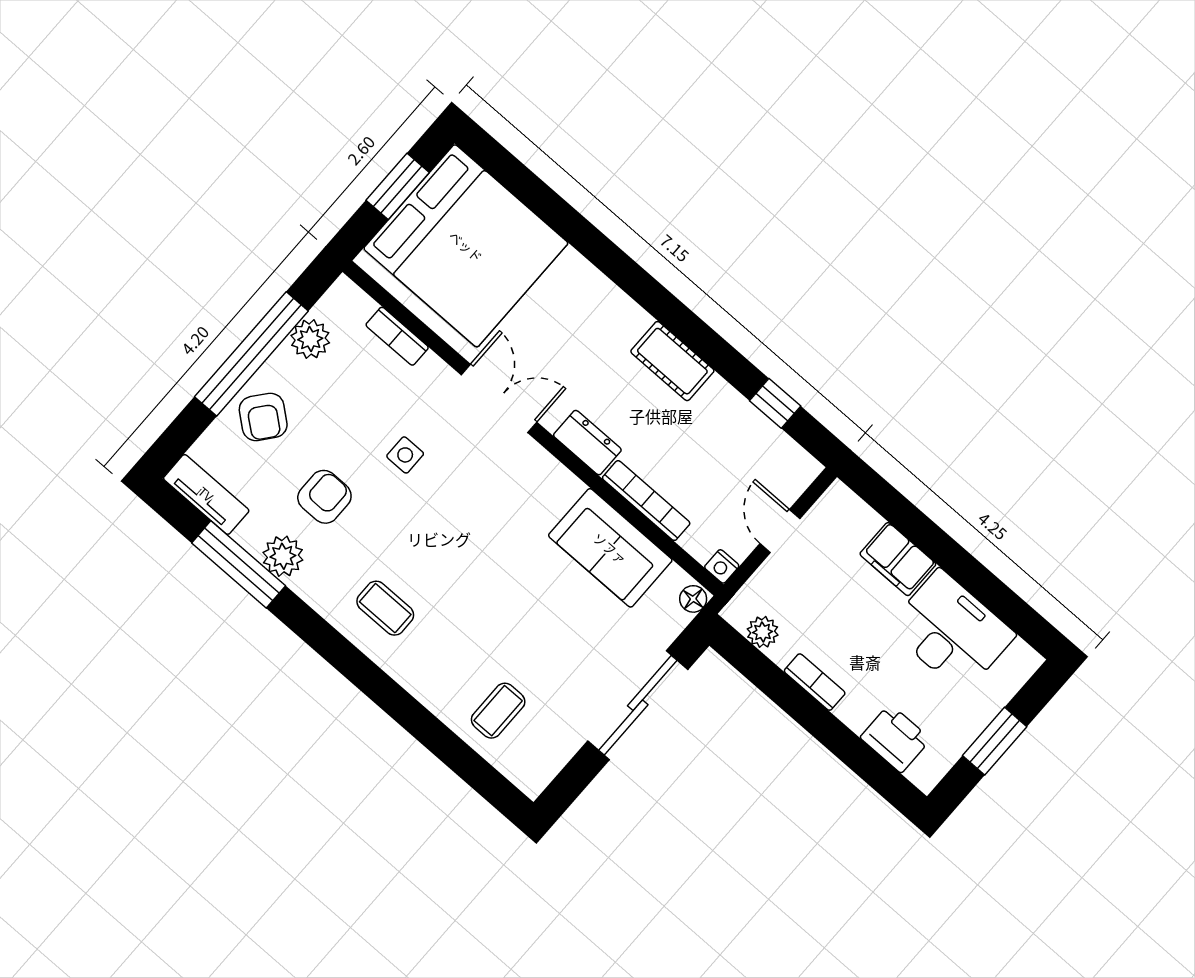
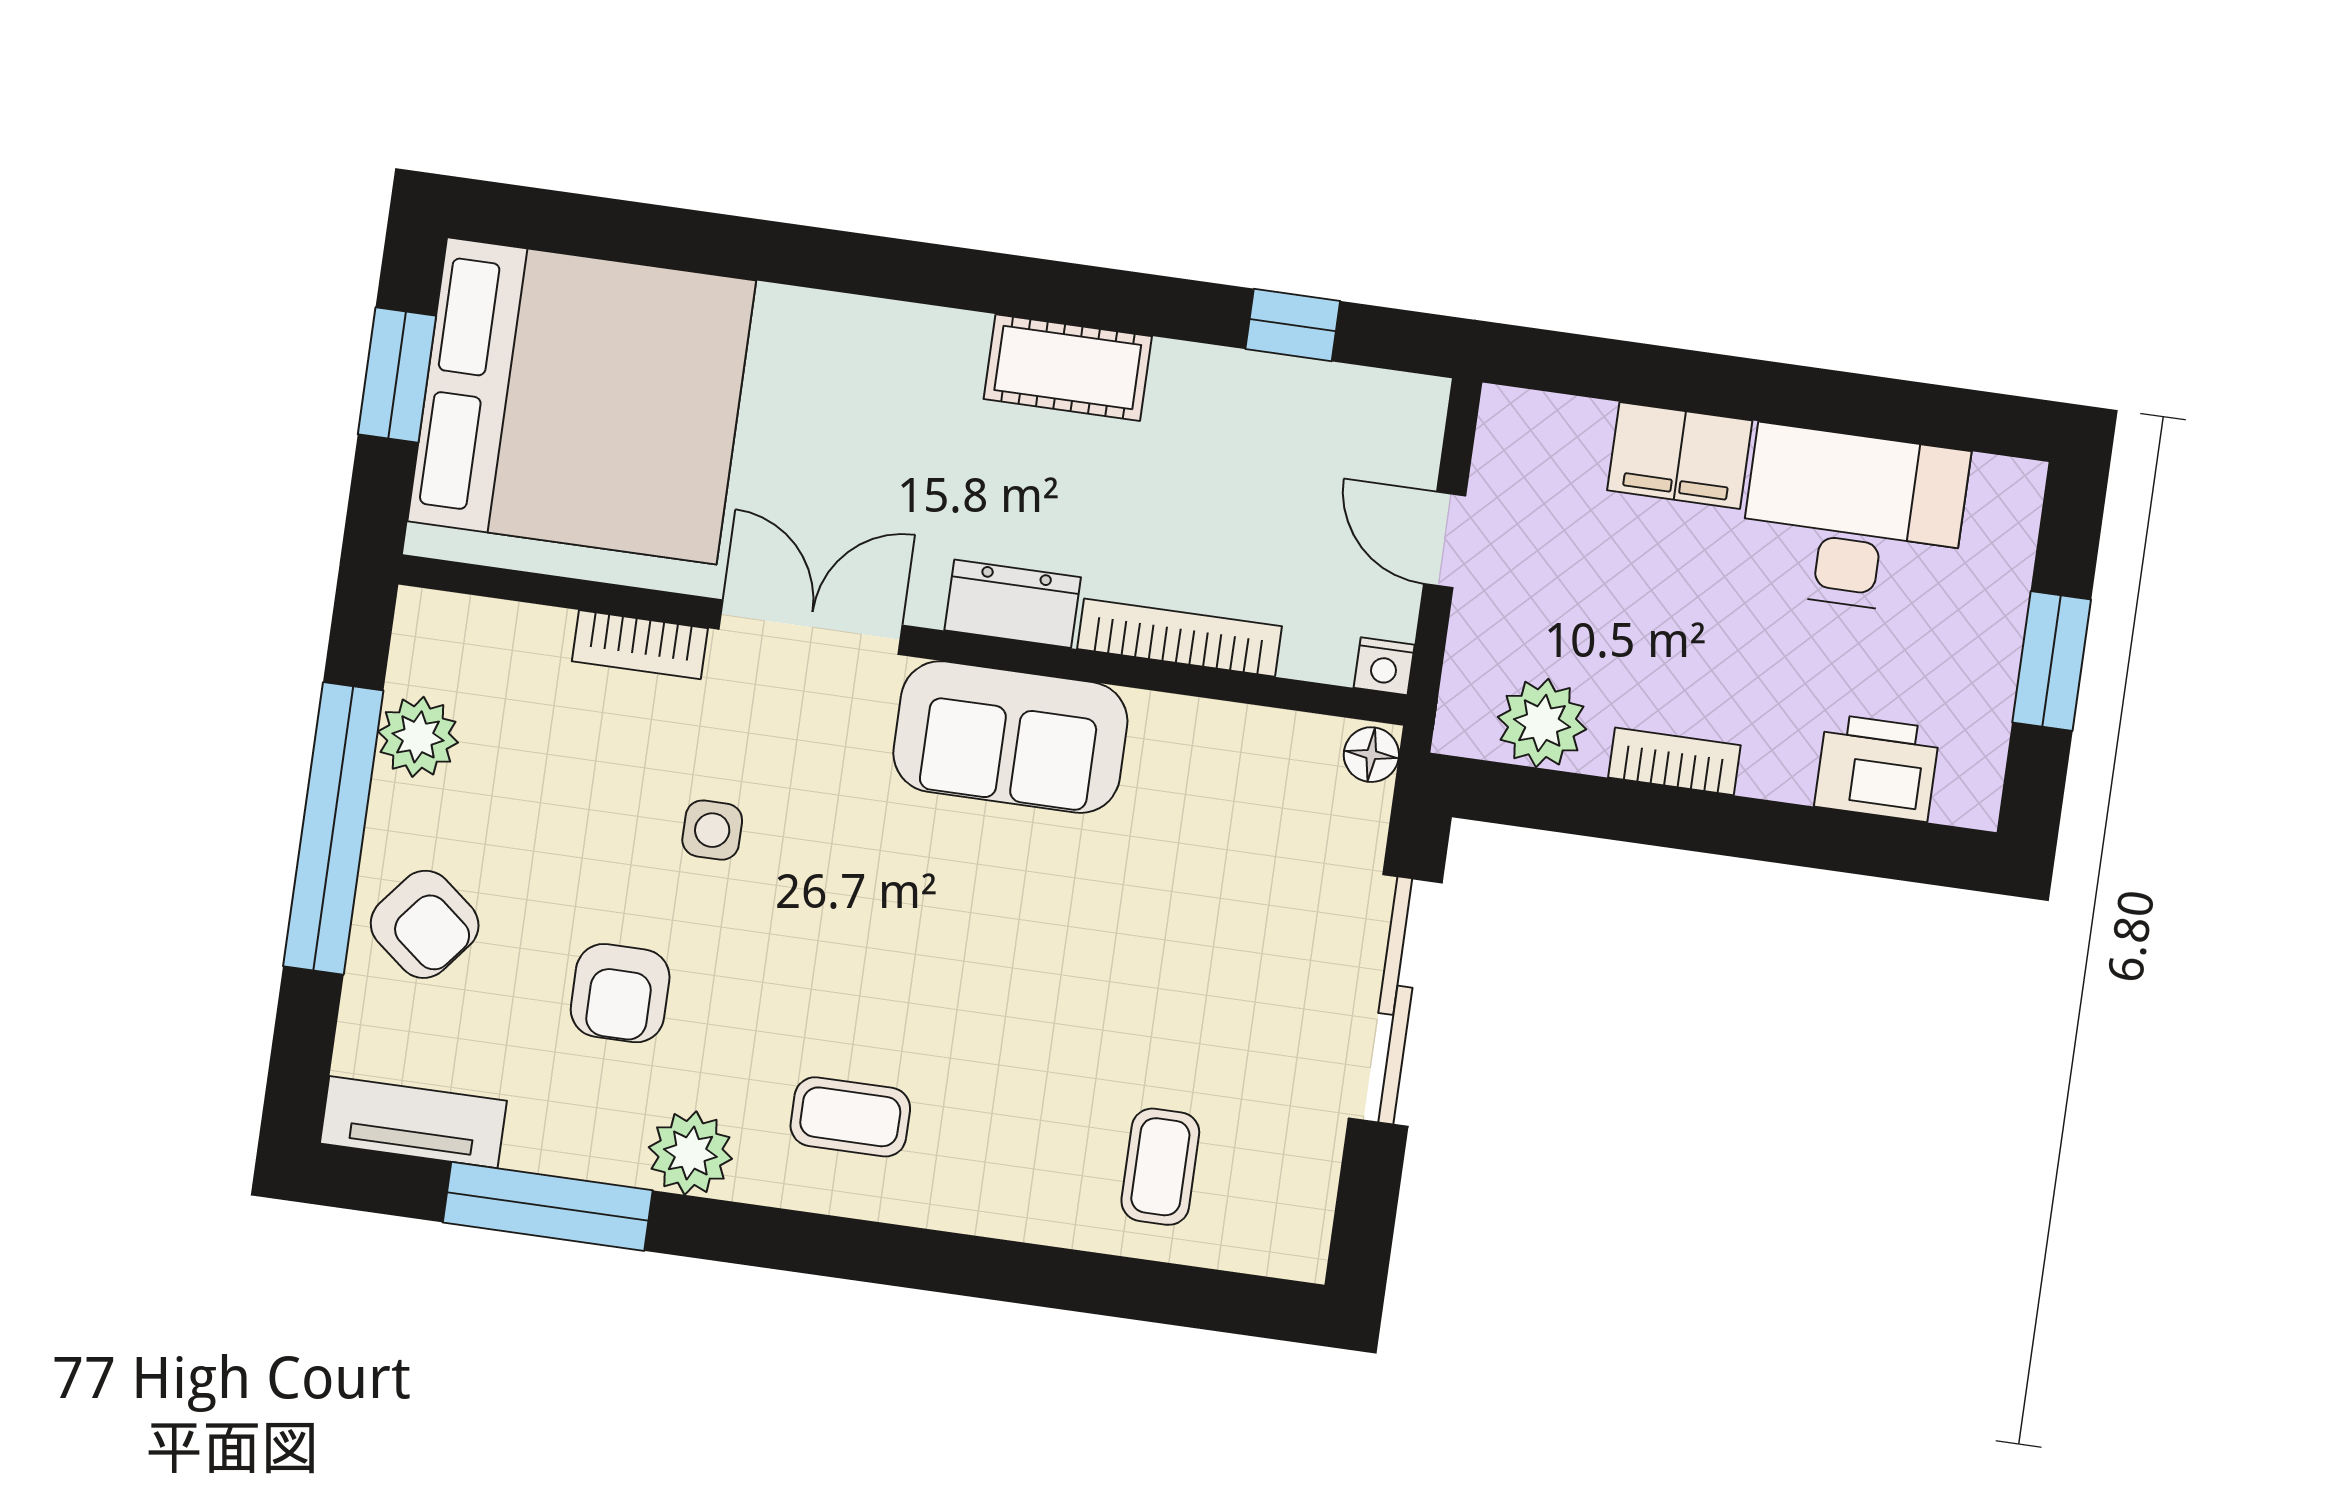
bookcase: (397, 336) -> (640, 645), moved
armchair: (324, 497) -> (620, 993), turned 180
sofa: (610, 548) -> (1010, 737), moved
plant: (283, 556) -> (690, 1153), moved
plant: (763, 632) -> (1542, 723), width x1.38, depth x1.38

